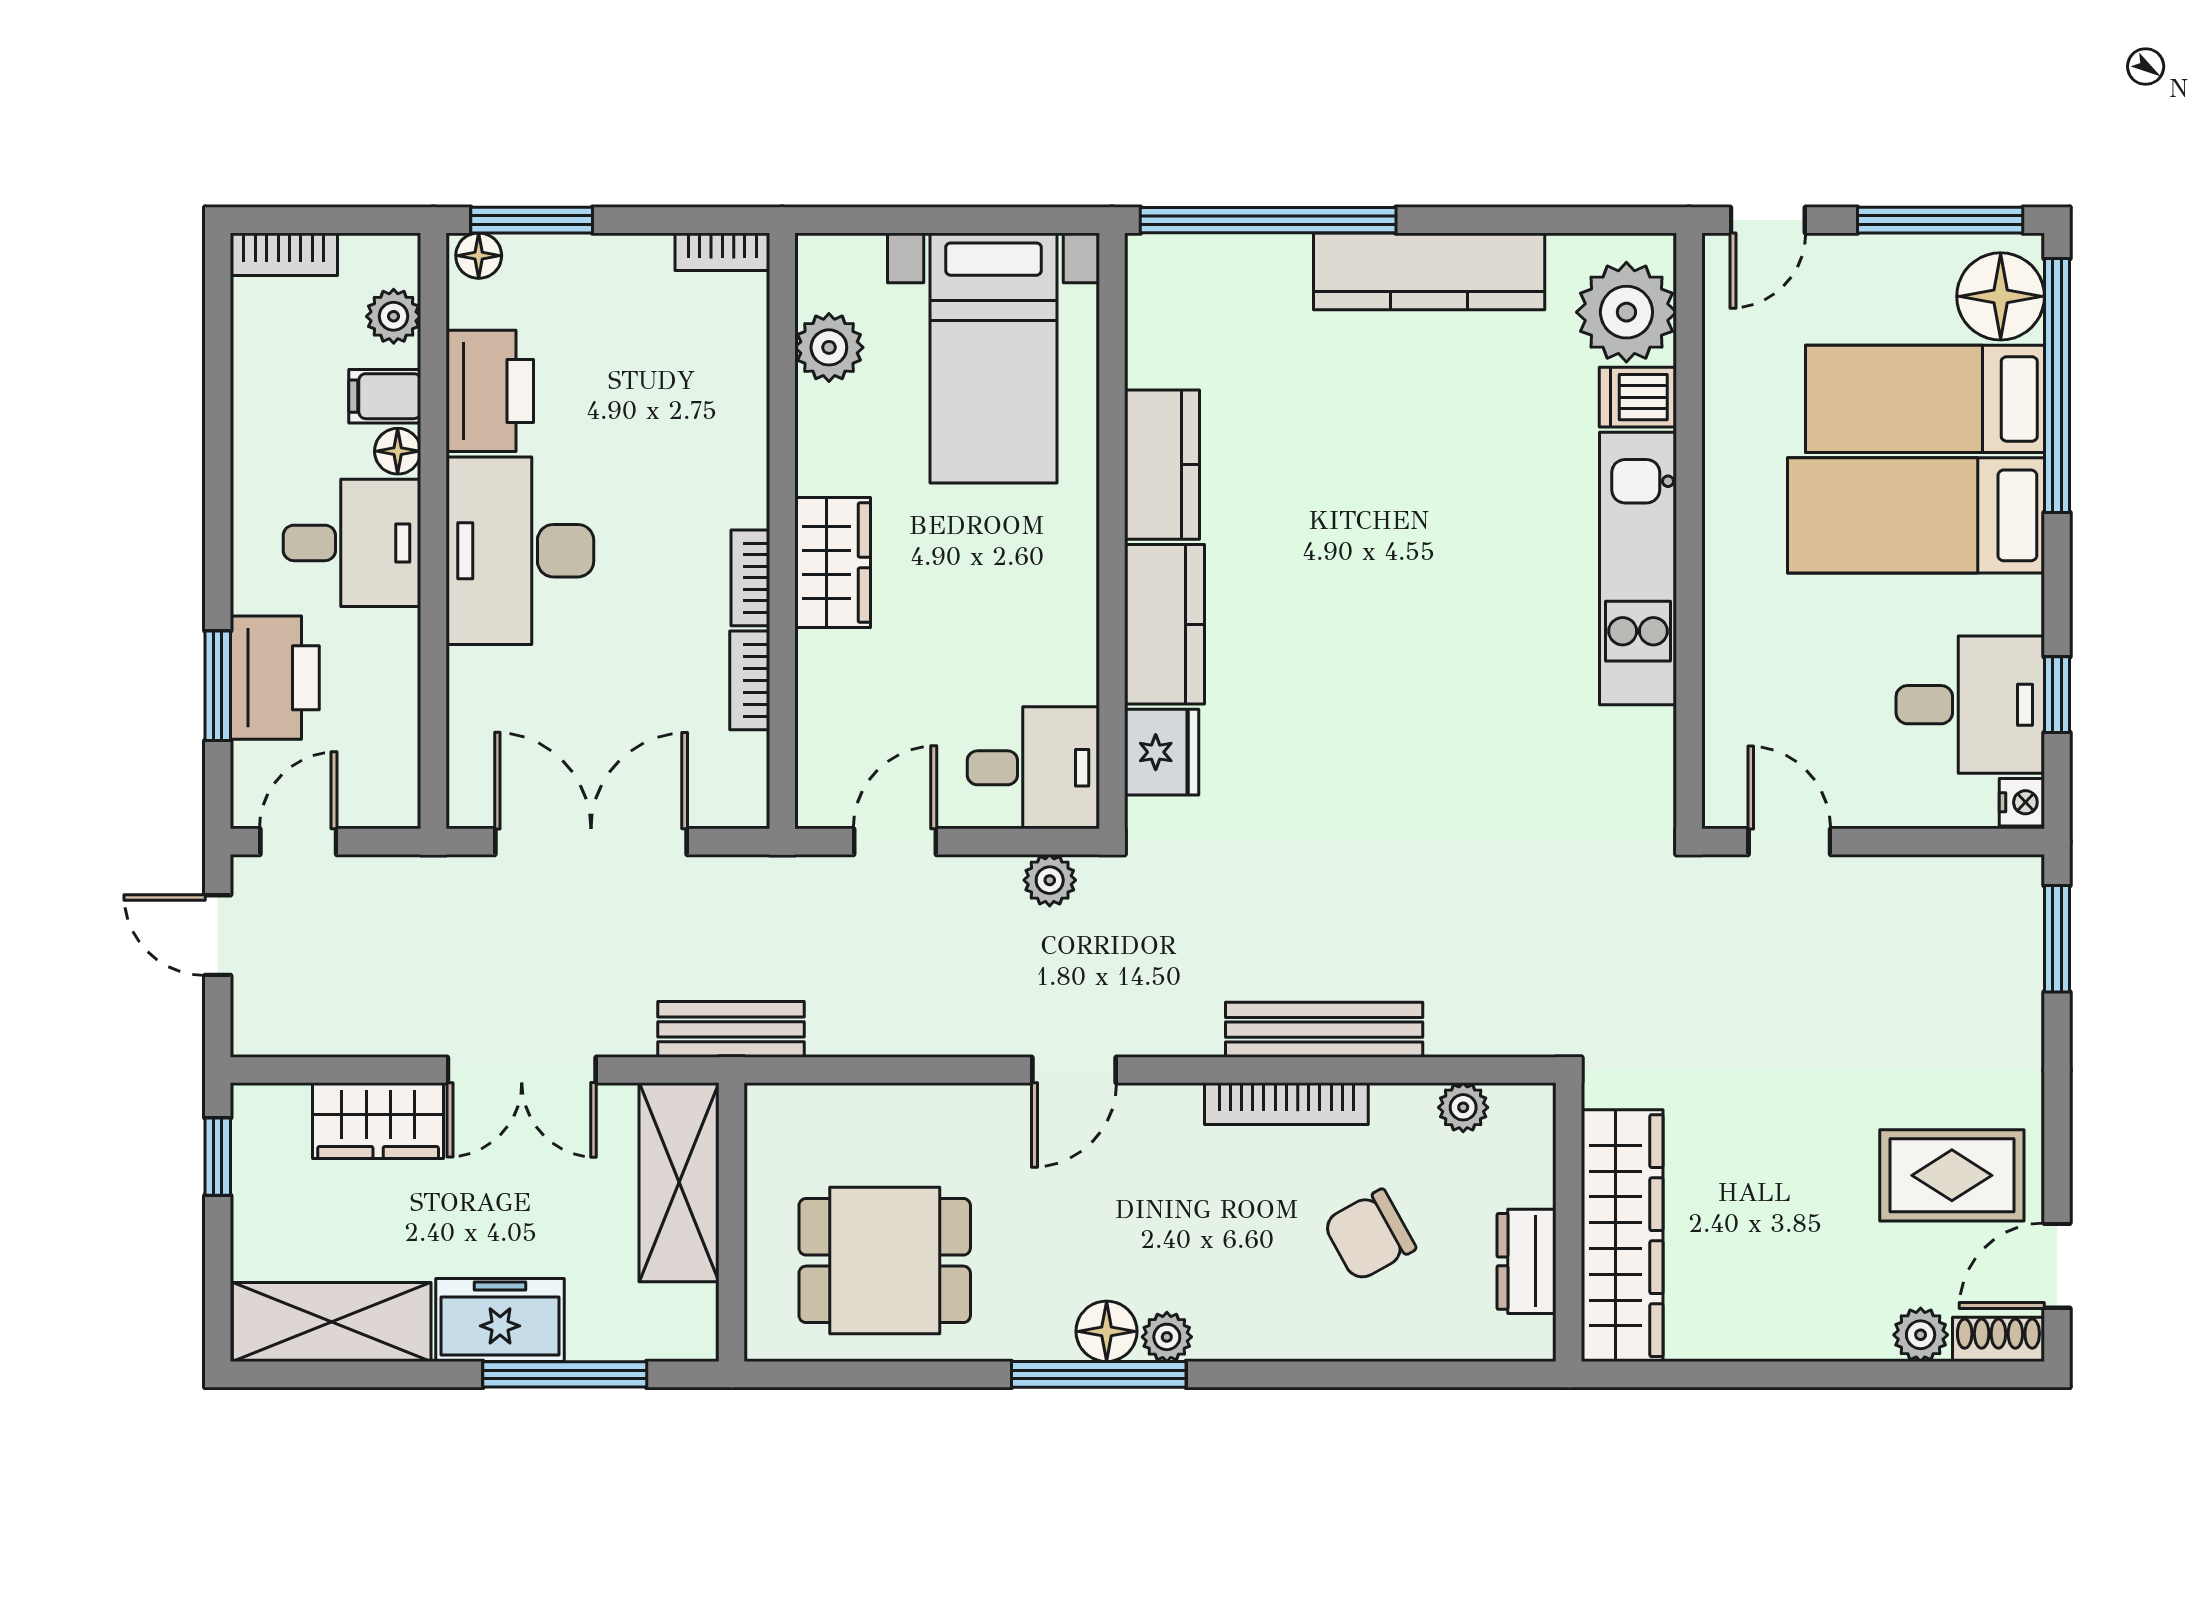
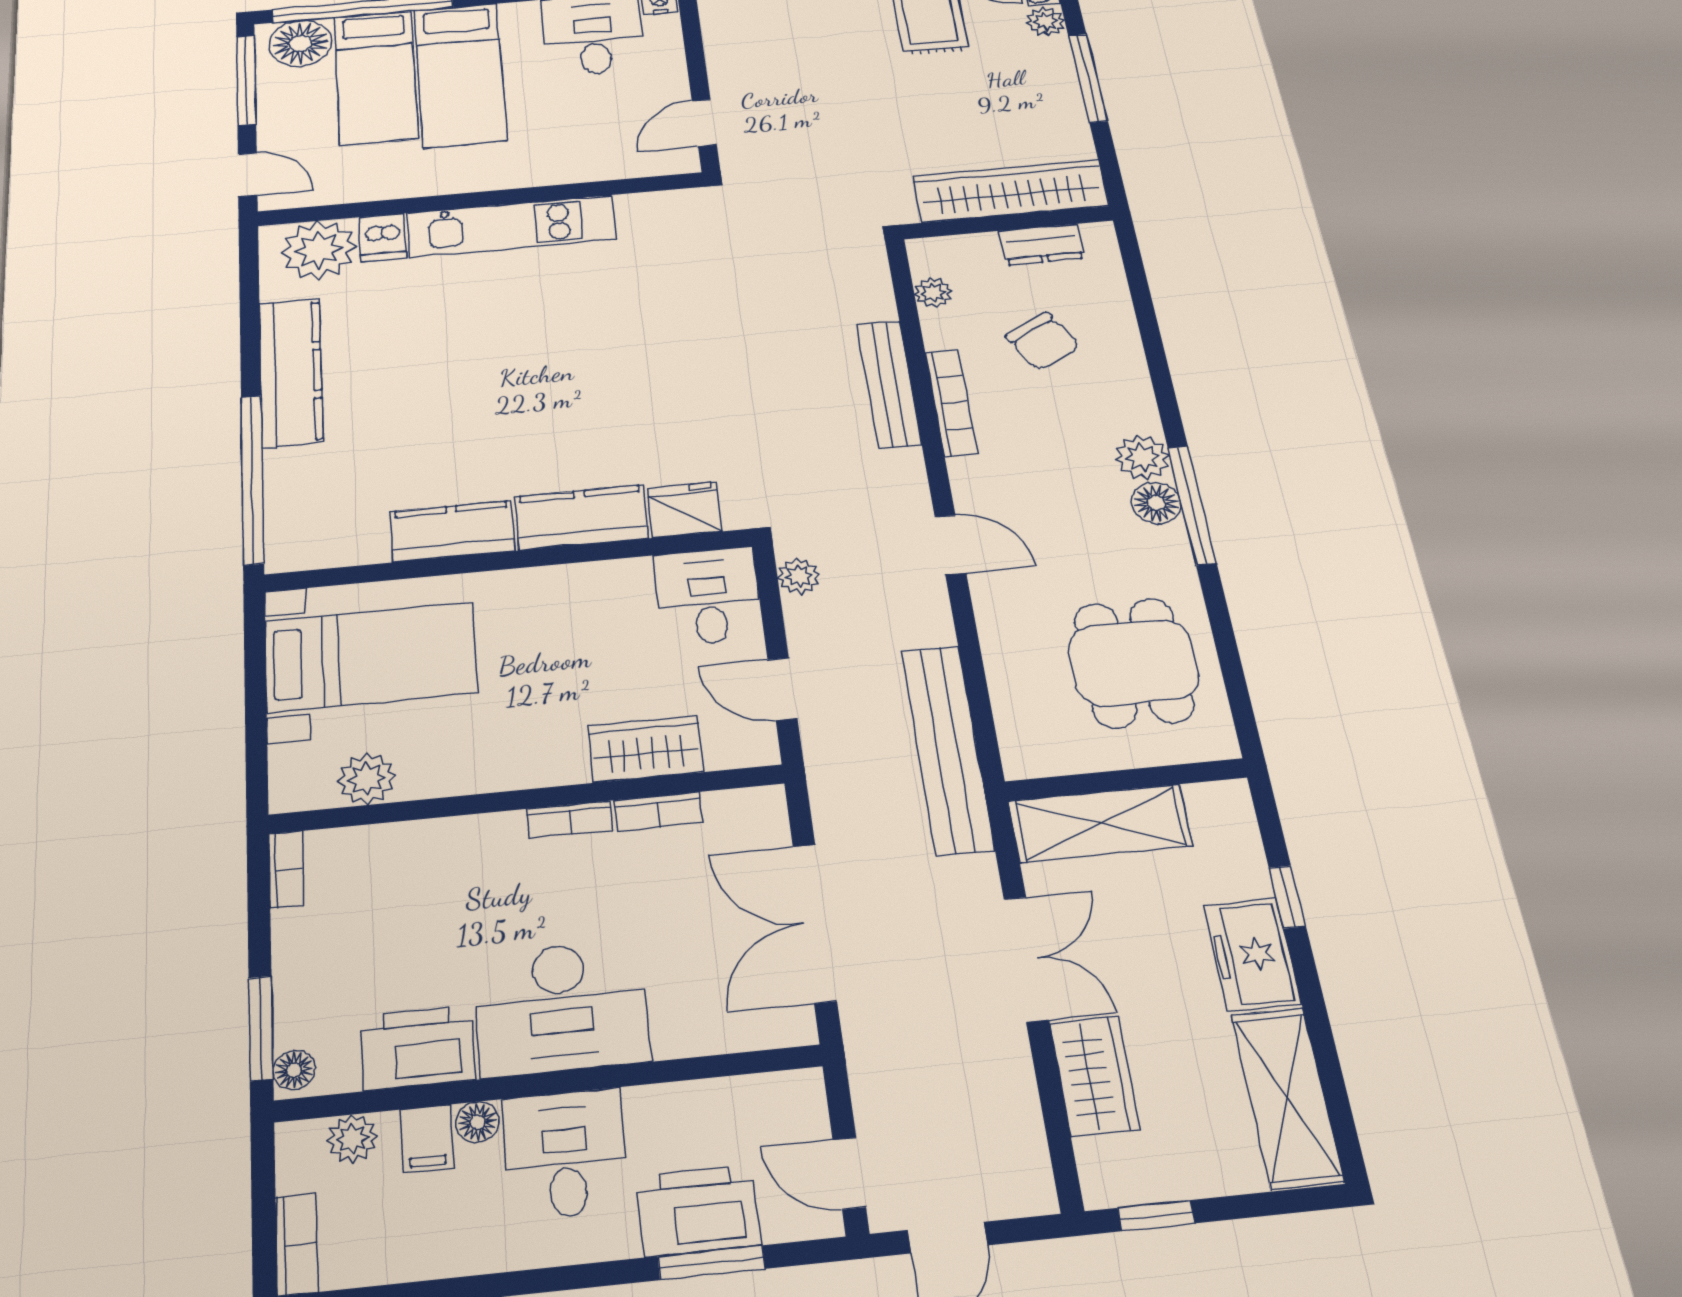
wardrobe: (833, 563) -> (646, 749), moved
bench: (731, 1029) -> (947, 749), width x1.86, depth x1.21
plant: (1167, 1337) -> (1142, 457), width x1.38, depth x1.38
window: (565, 1374) -> (1287, 897), width x0.46
window: (1810, 1374) -> (1088, 78), added

